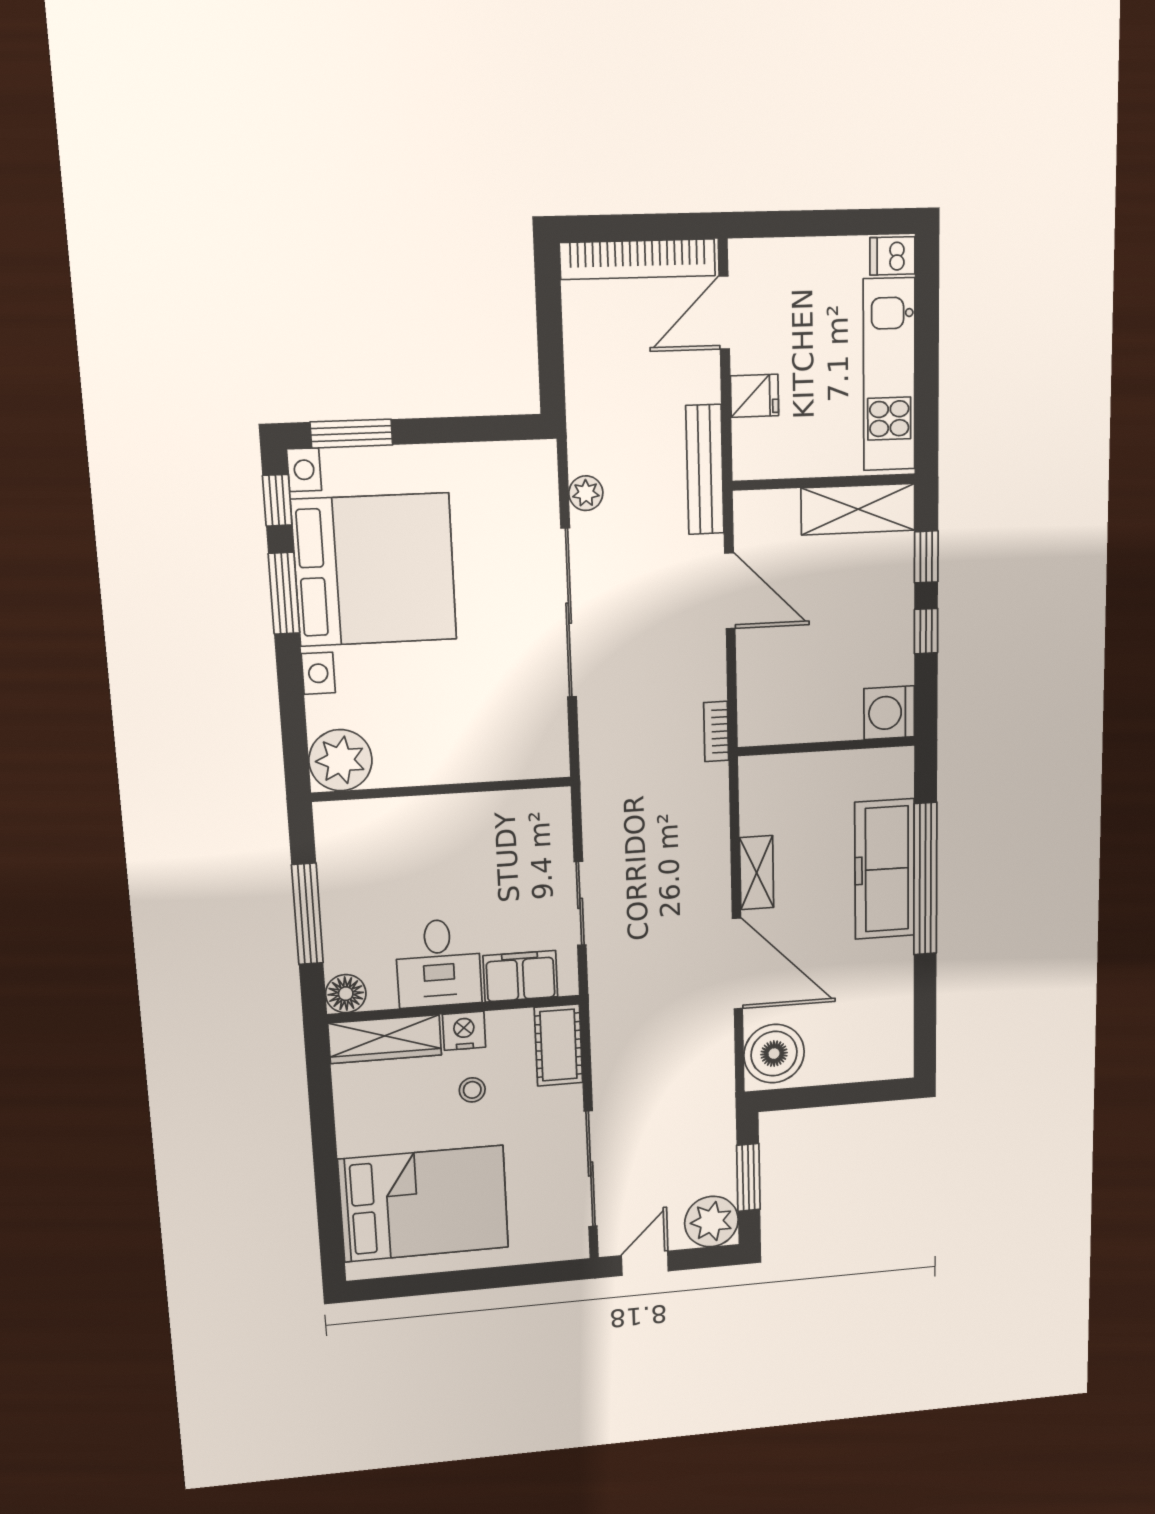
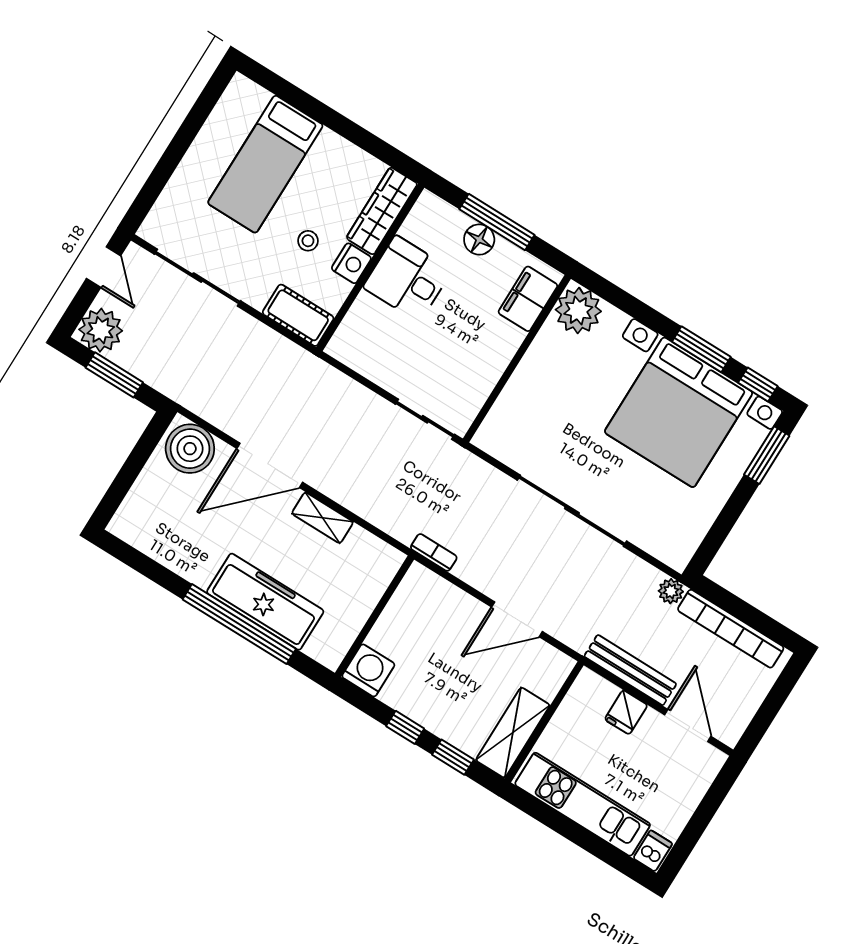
bookcase: (638, 259) -> (731, 629), moved, turned -90
bench: (705, 470) -> (630, 670), moved
plant: (586, 493) -> (671, 591), moved
sliding door: (580, 903) -> (425, 419), moved
filing cabinet: (520, 976) -> (528, 299), moved, turned 180
floor lamp: (346, 994) -> (479, 240), moved
bed: (424, 1204) -> (265, 164), width x0.67

